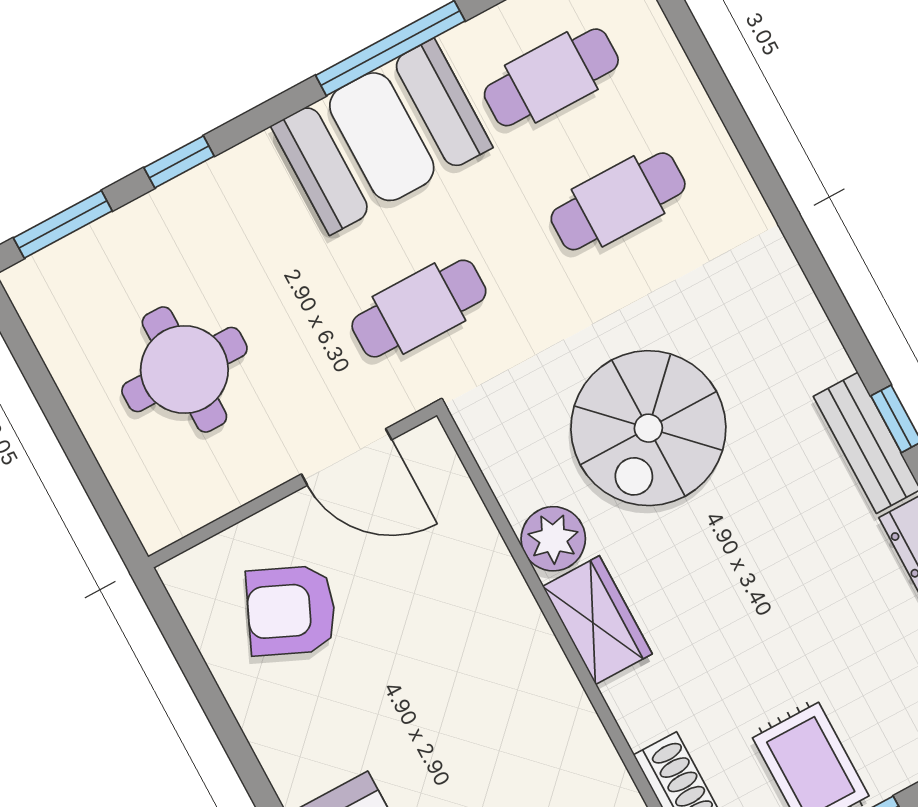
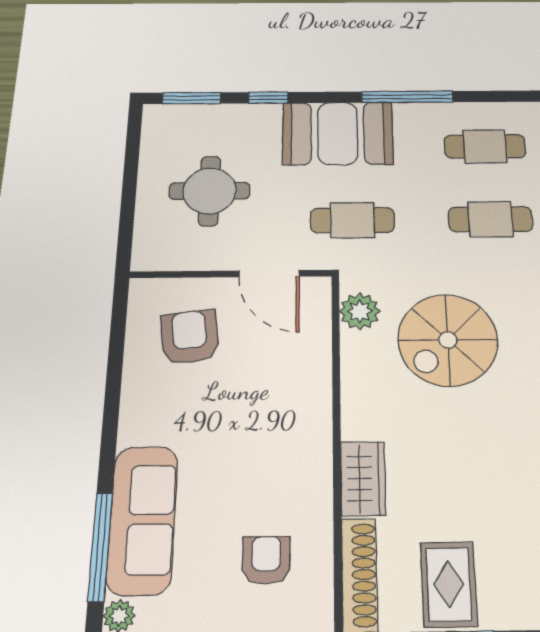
booth: (382, 137) -> (338, 133), moved
plant: (553, 539) -> (360, 311), moved
armchair: (291, 611) -> (190, 337), turned 59
wardrobe: (597, 620) -> (363, 478), moved

